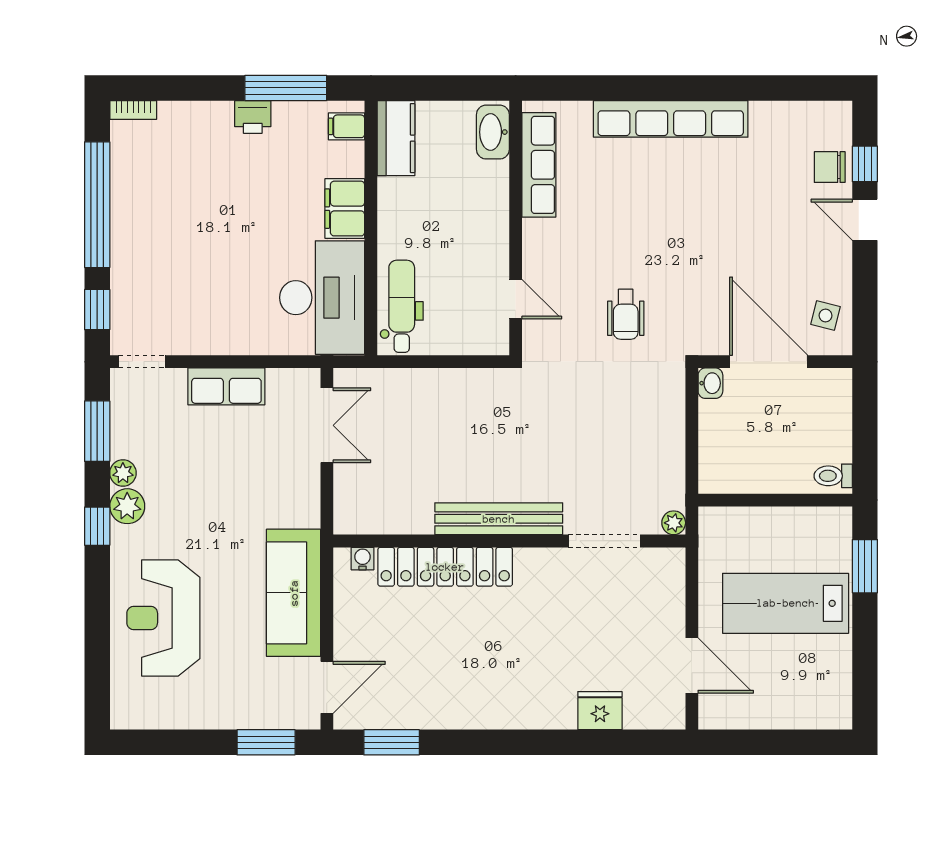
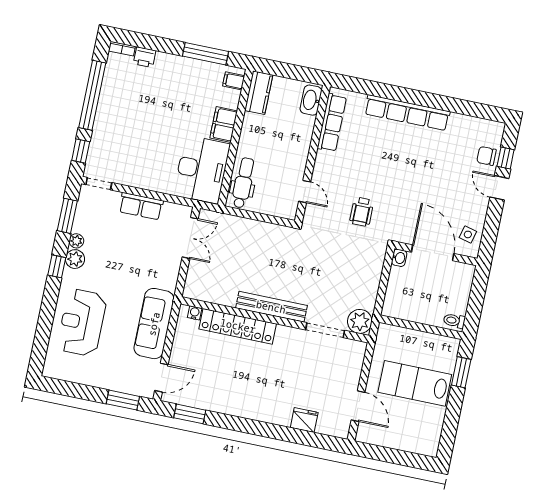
printer: (253, 117) -> (145, 57), moved
plant: (674, 523) -> (360, 321), width x1.87, depth x1.87

